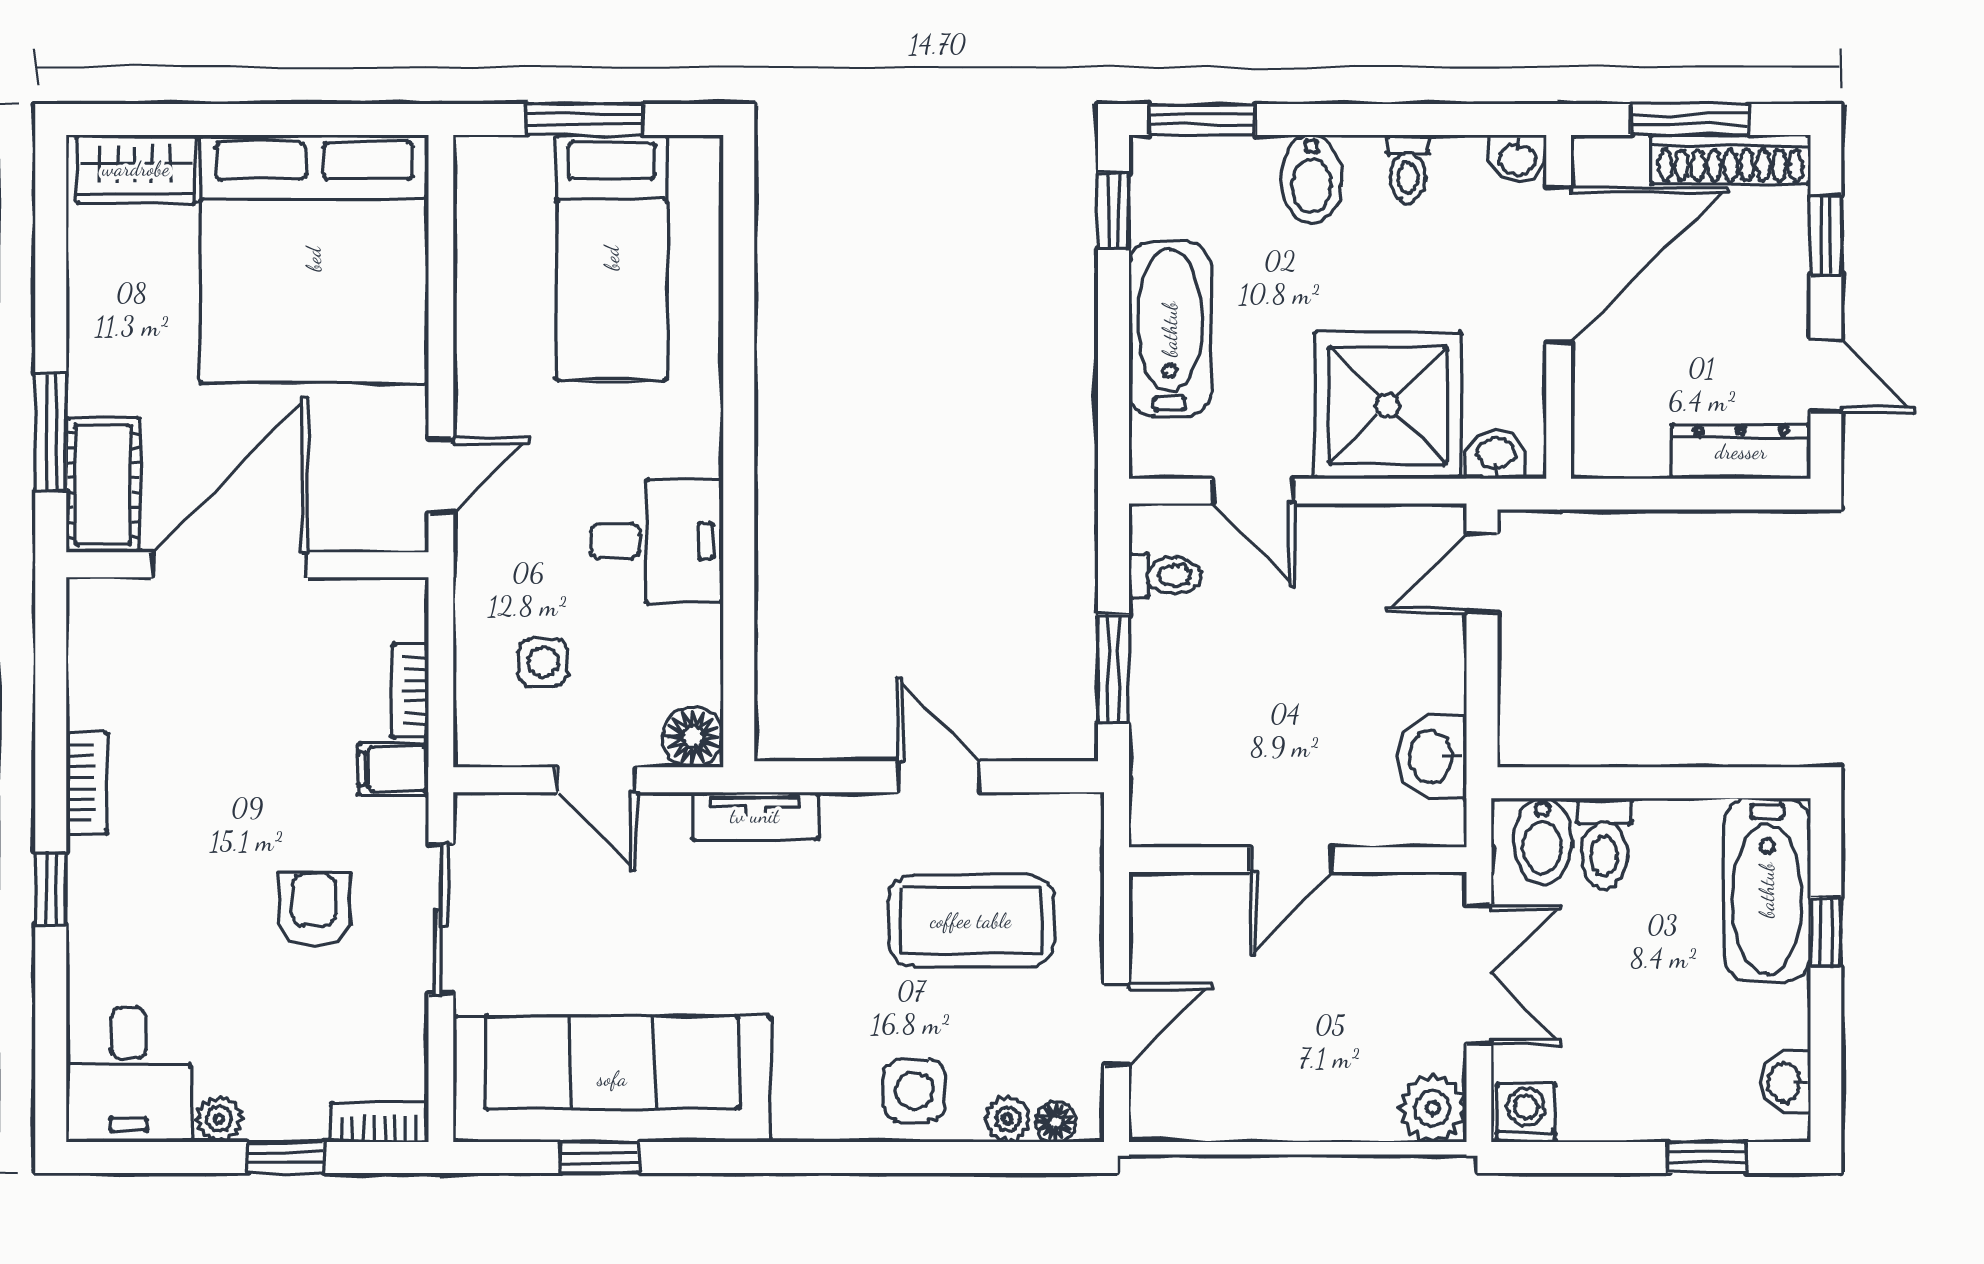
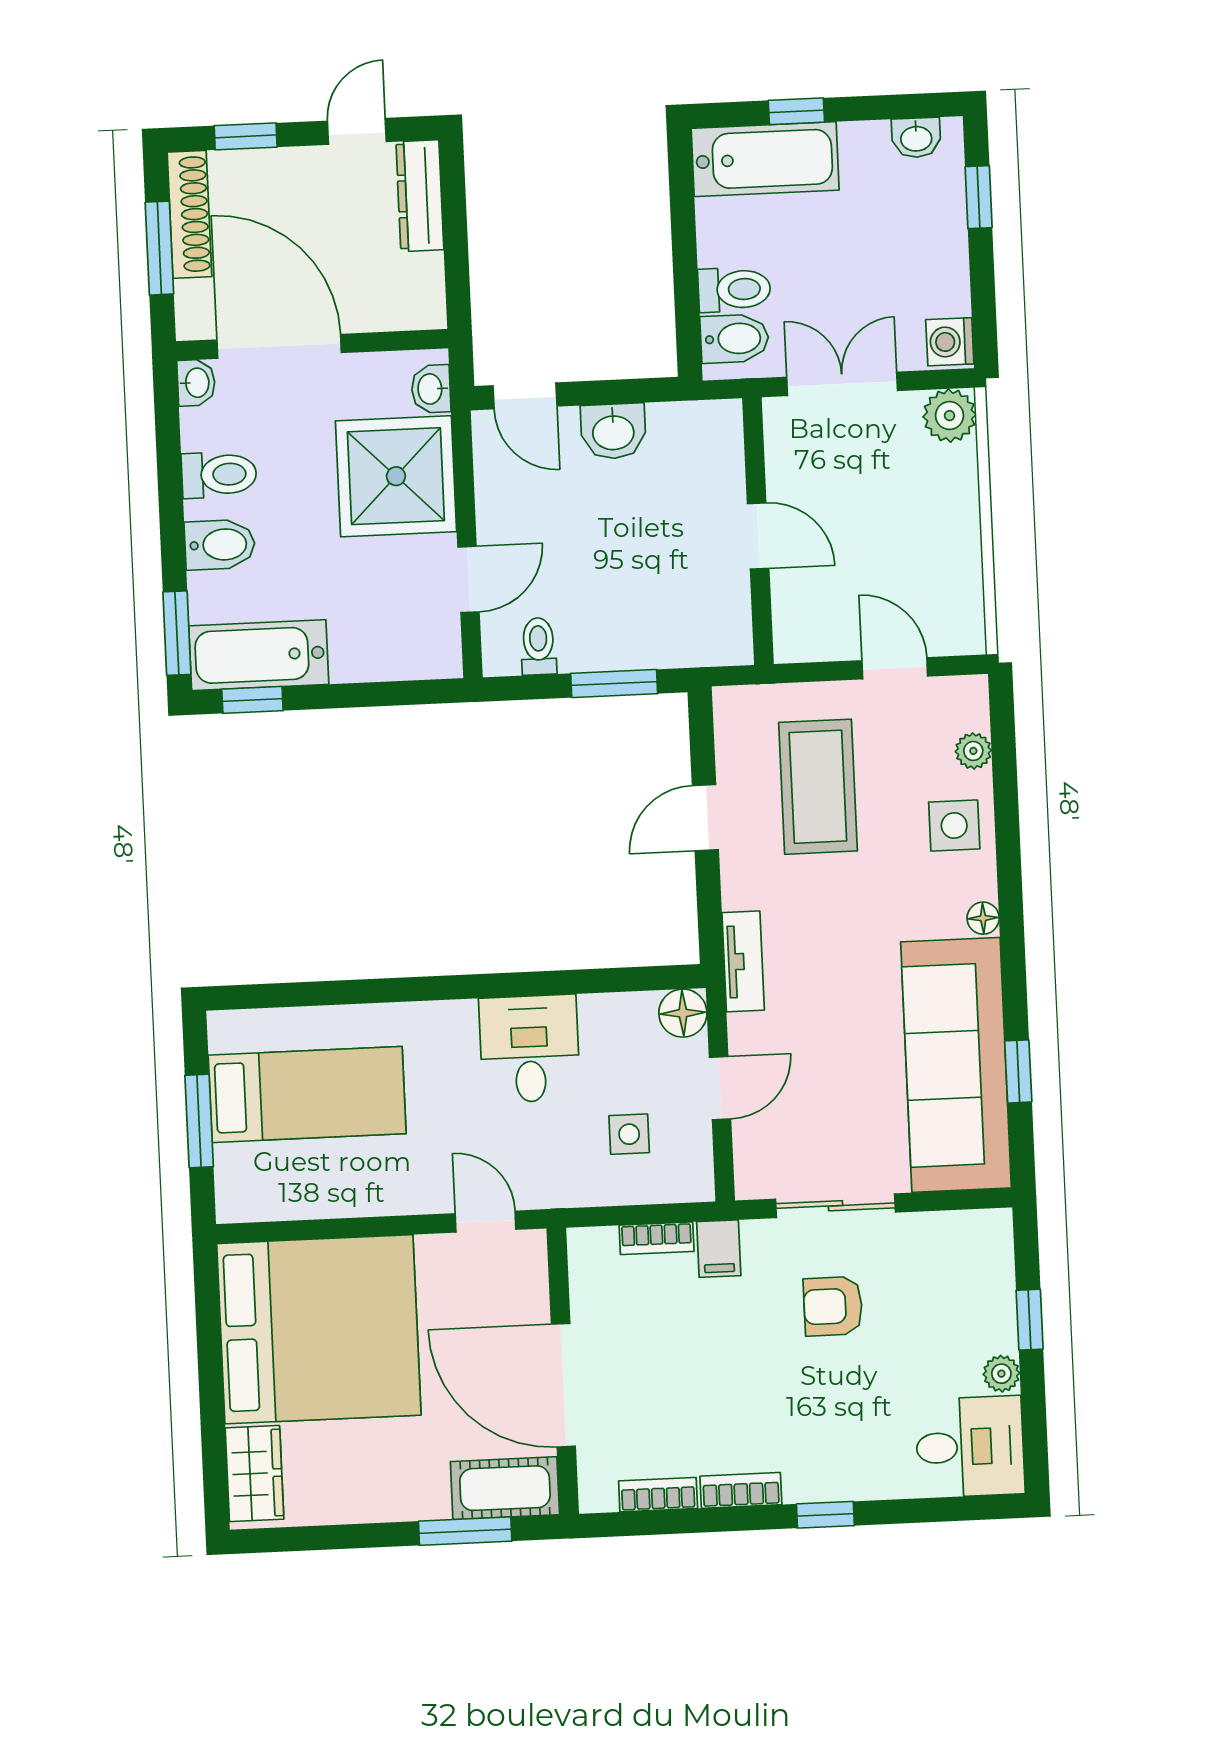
toilet: (1408, 169) -> (219, 475), width x1.37, depth x1.39
bathtub: (1170, 329) -> (259, 655), moved
washbasin: (1432, 757) -> (613, 431), moved
bookcase: (379, 1122) -> (658, 1495), moved, turned 90
floor lamp: (1056, 1122) -> (983, 918), moved

